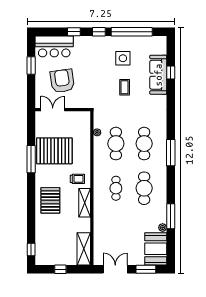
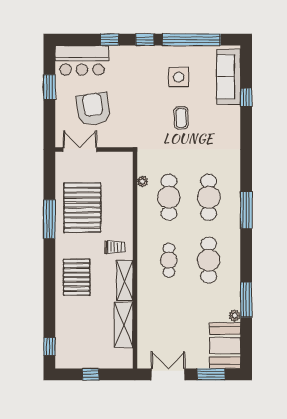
sofa: (158, 75) -> (229, 77), moved
pallet: (54, 151) -> (82, 208), turned 90
shelving: (84, 249) -> (124, 325), moved

